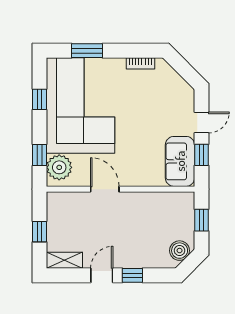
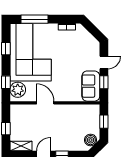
window: (87, 51) -> (35, 19), width x1.44

